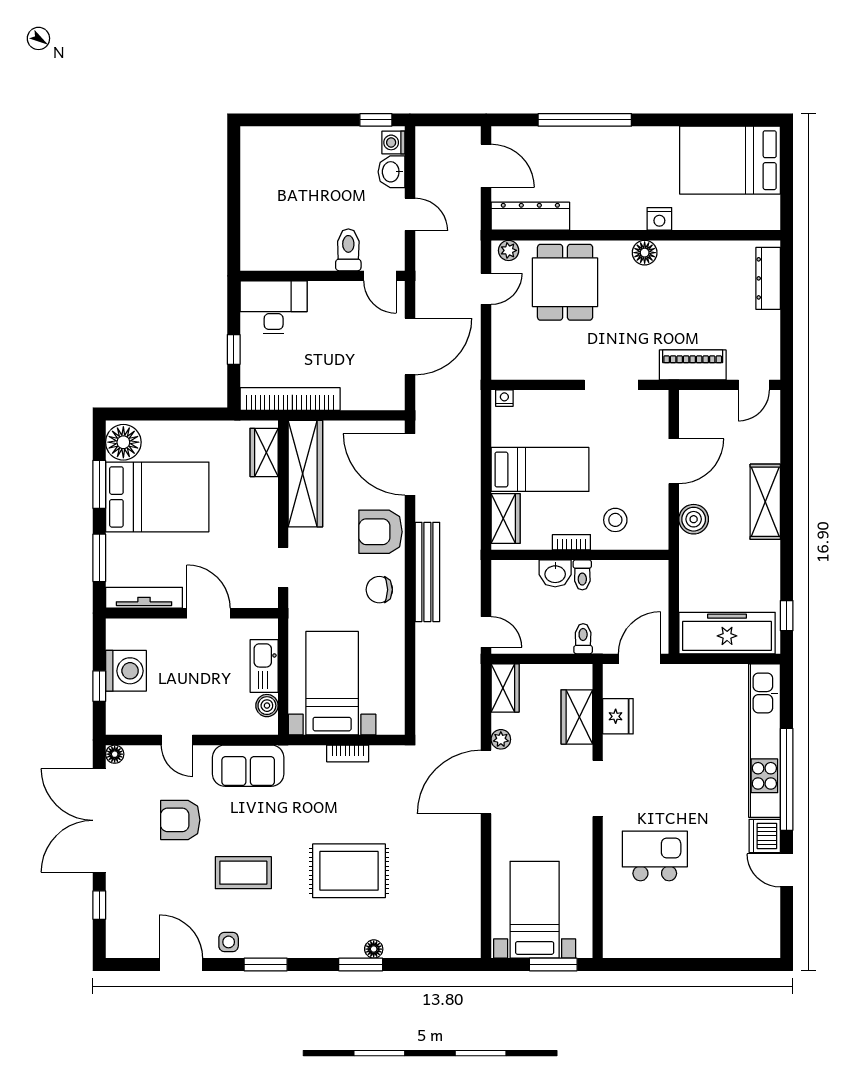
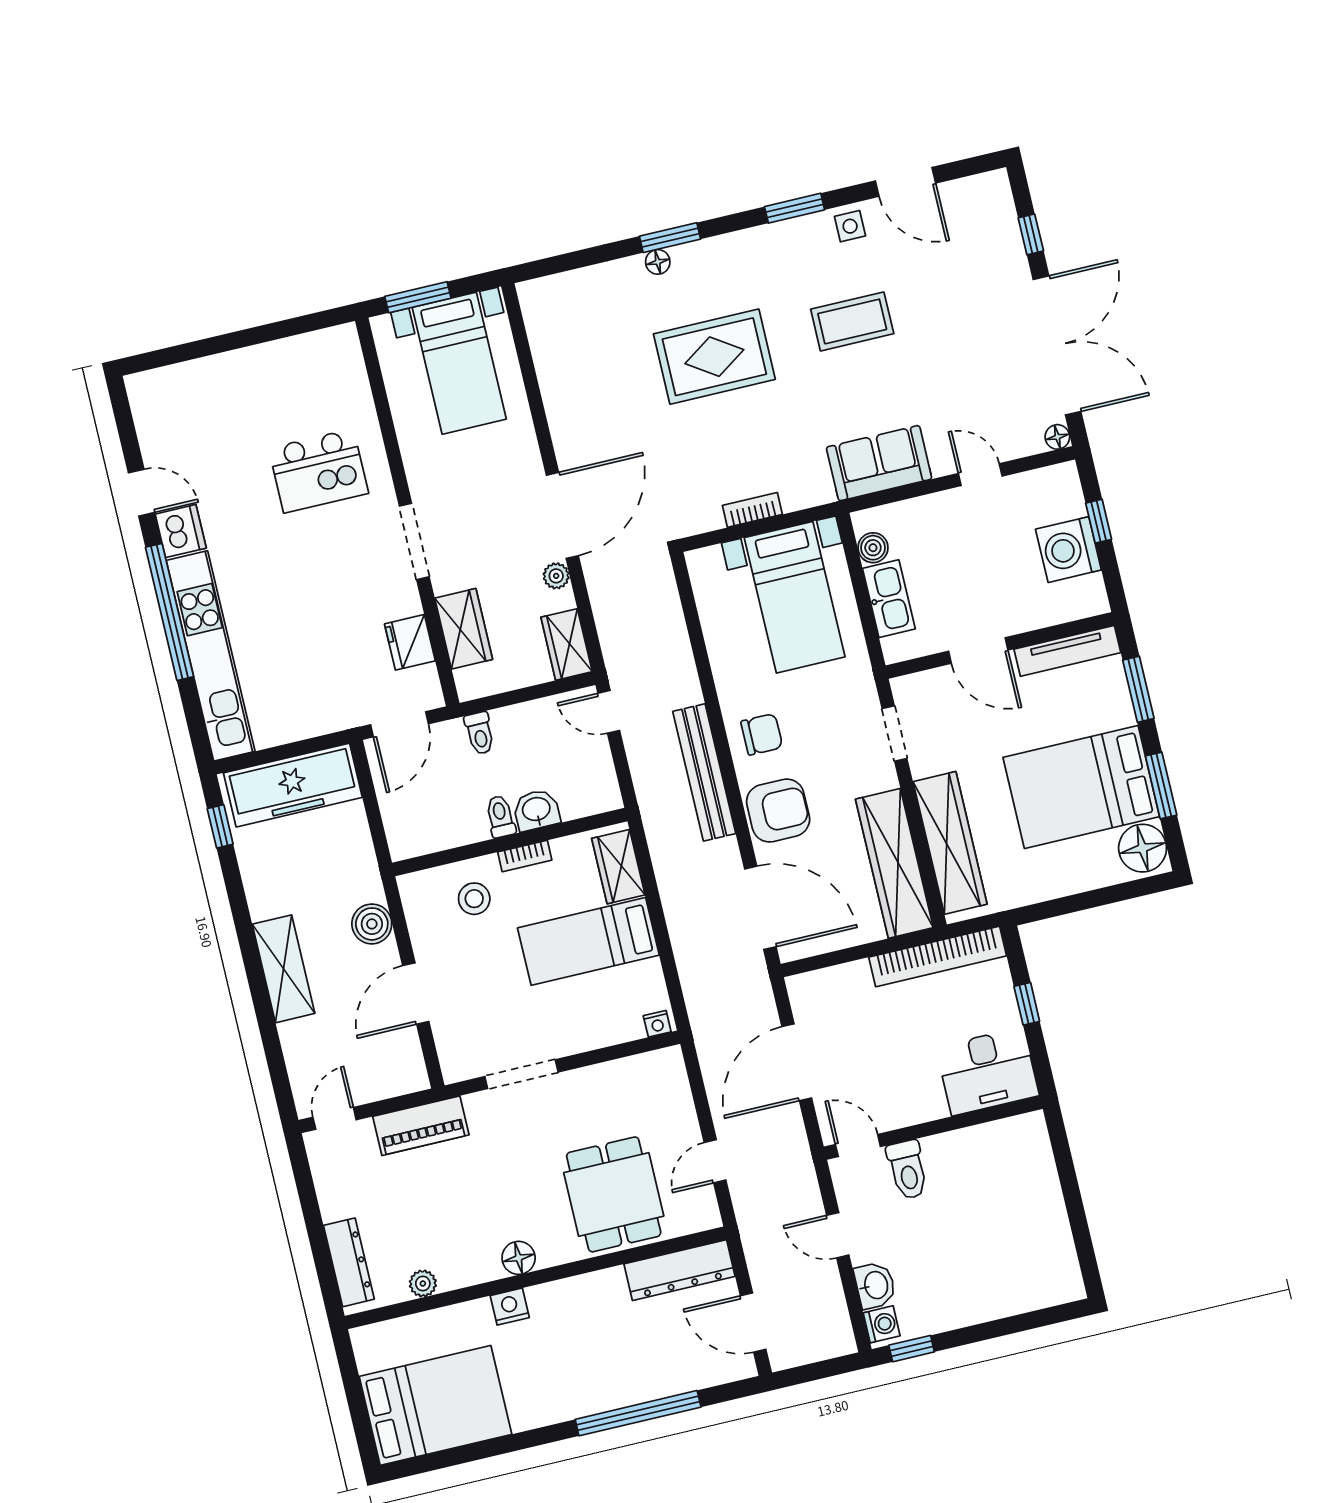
plant: (509, 250) -> (423, 1283), moved
wardrobe: (264, 452) -> (950, 843), width x2.10, depth x1.17
armchair: (180, 820) -> (951, 371), removed

